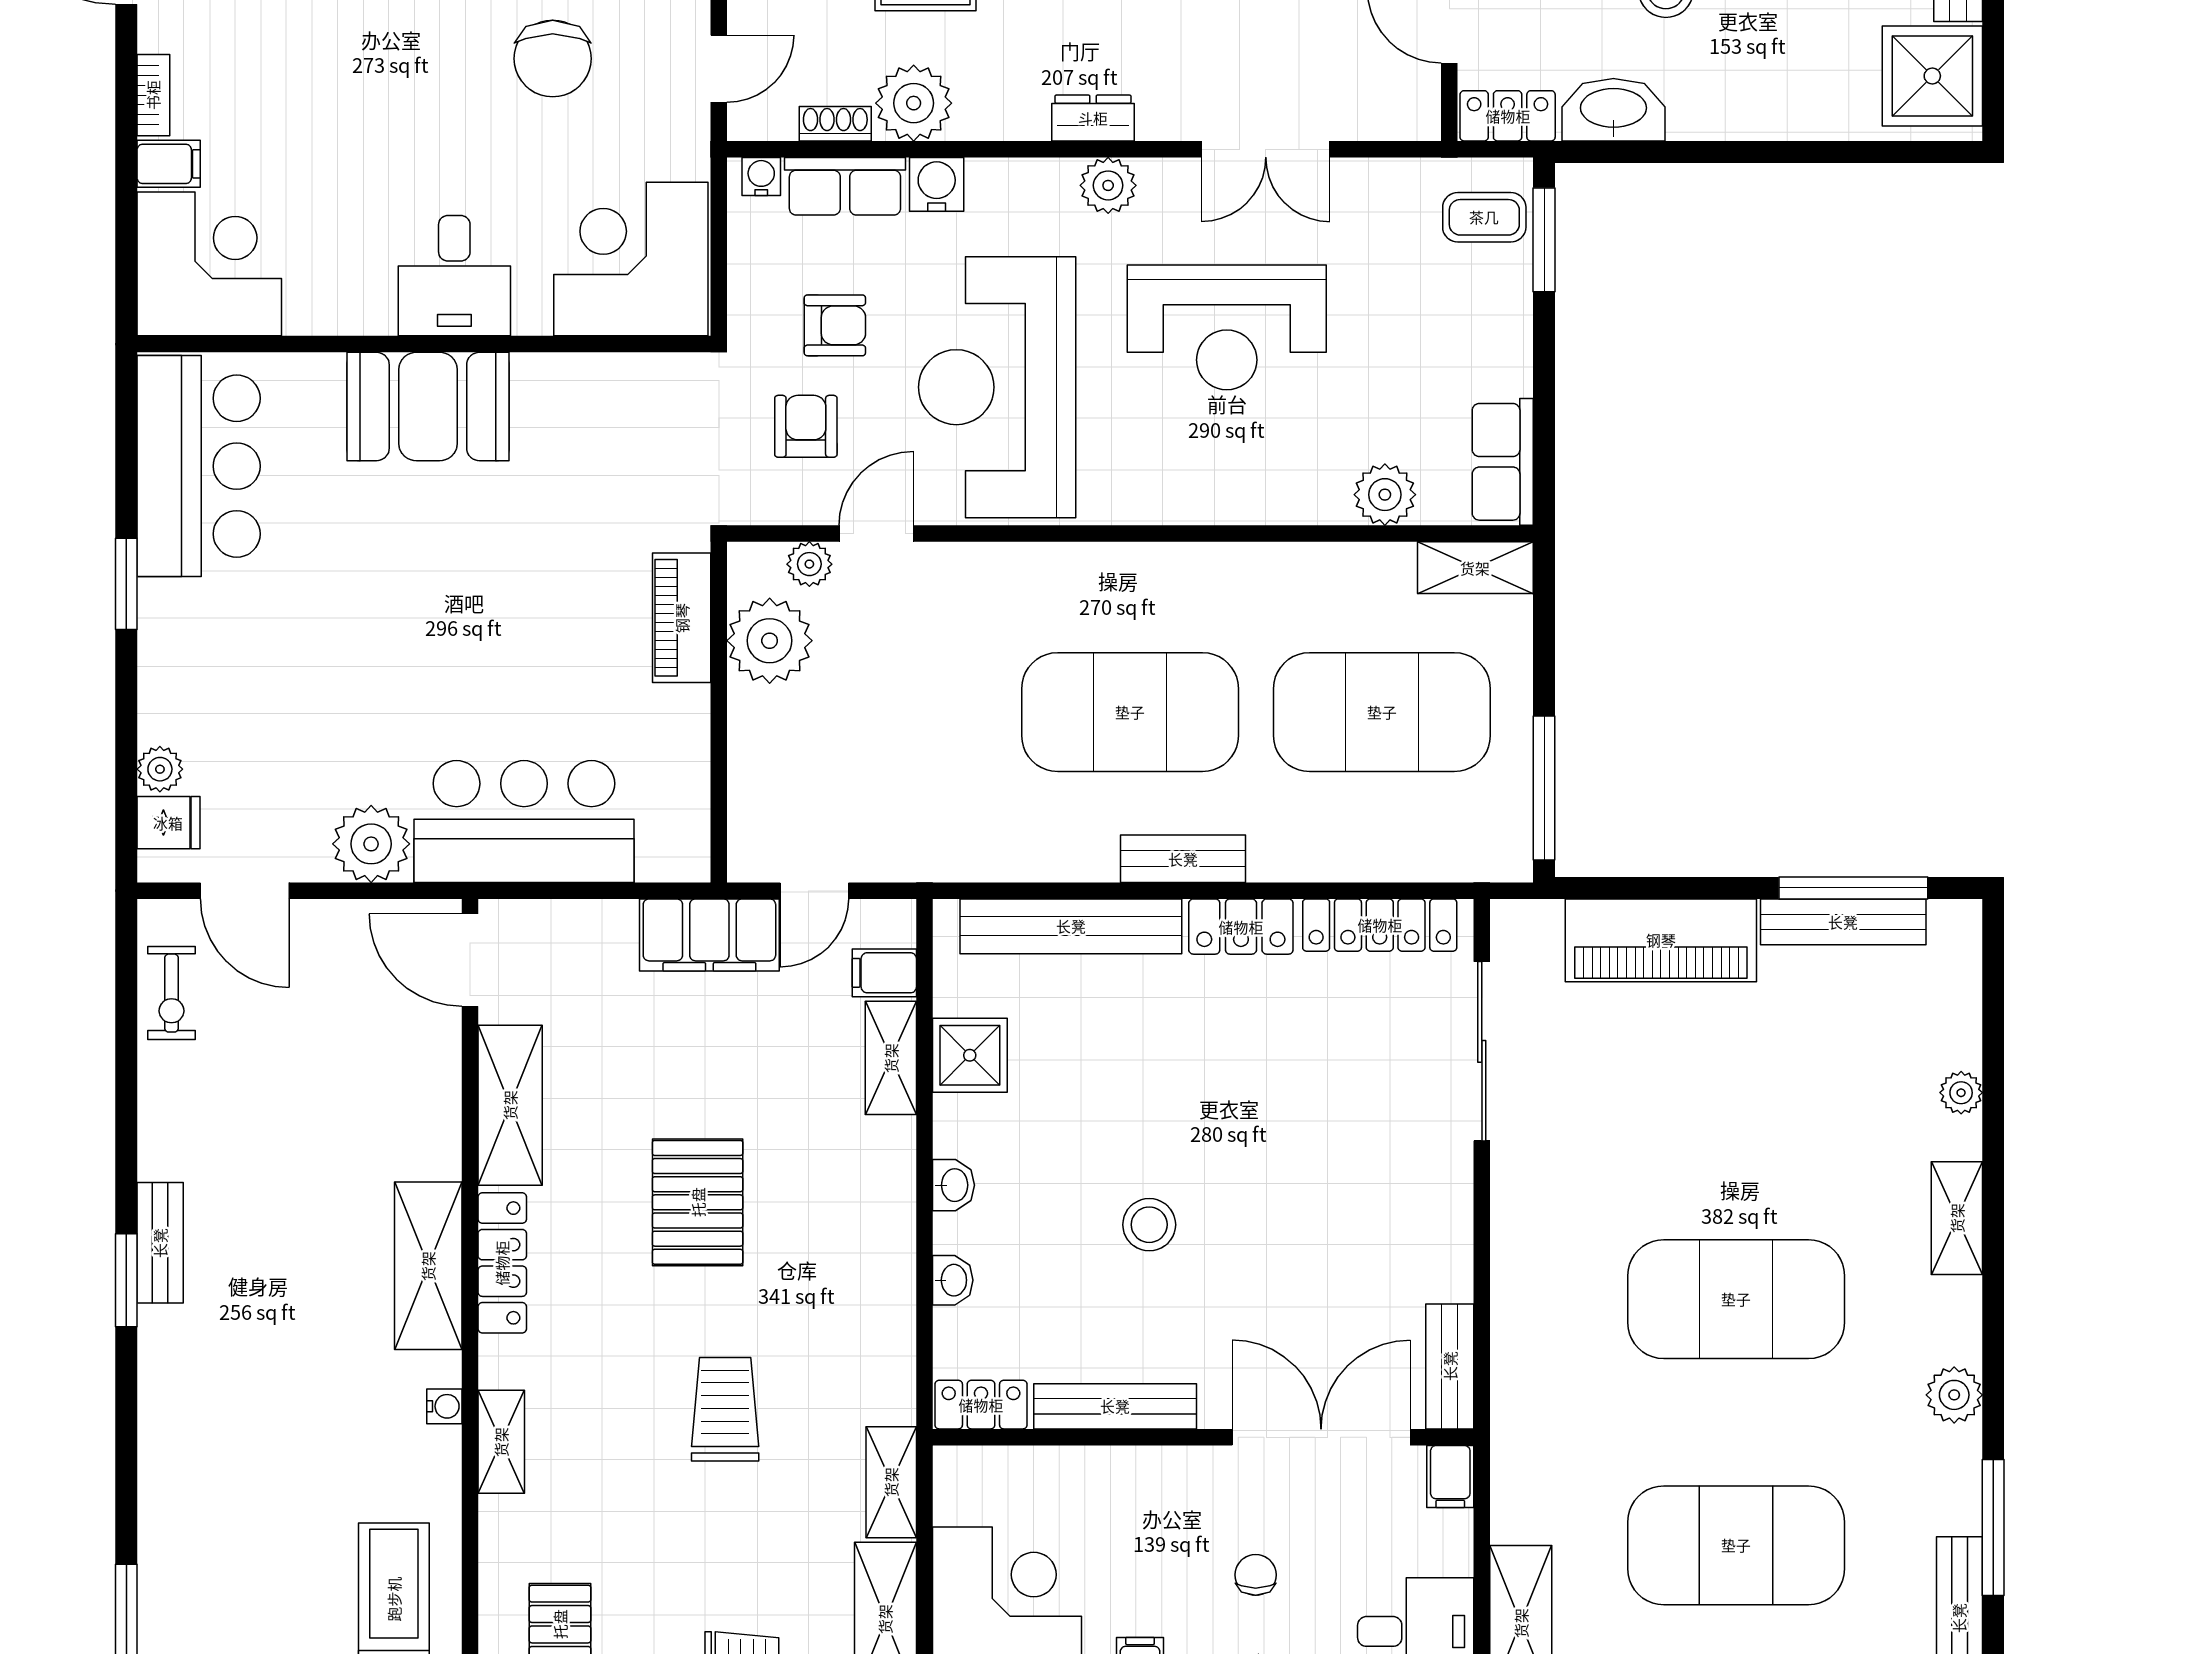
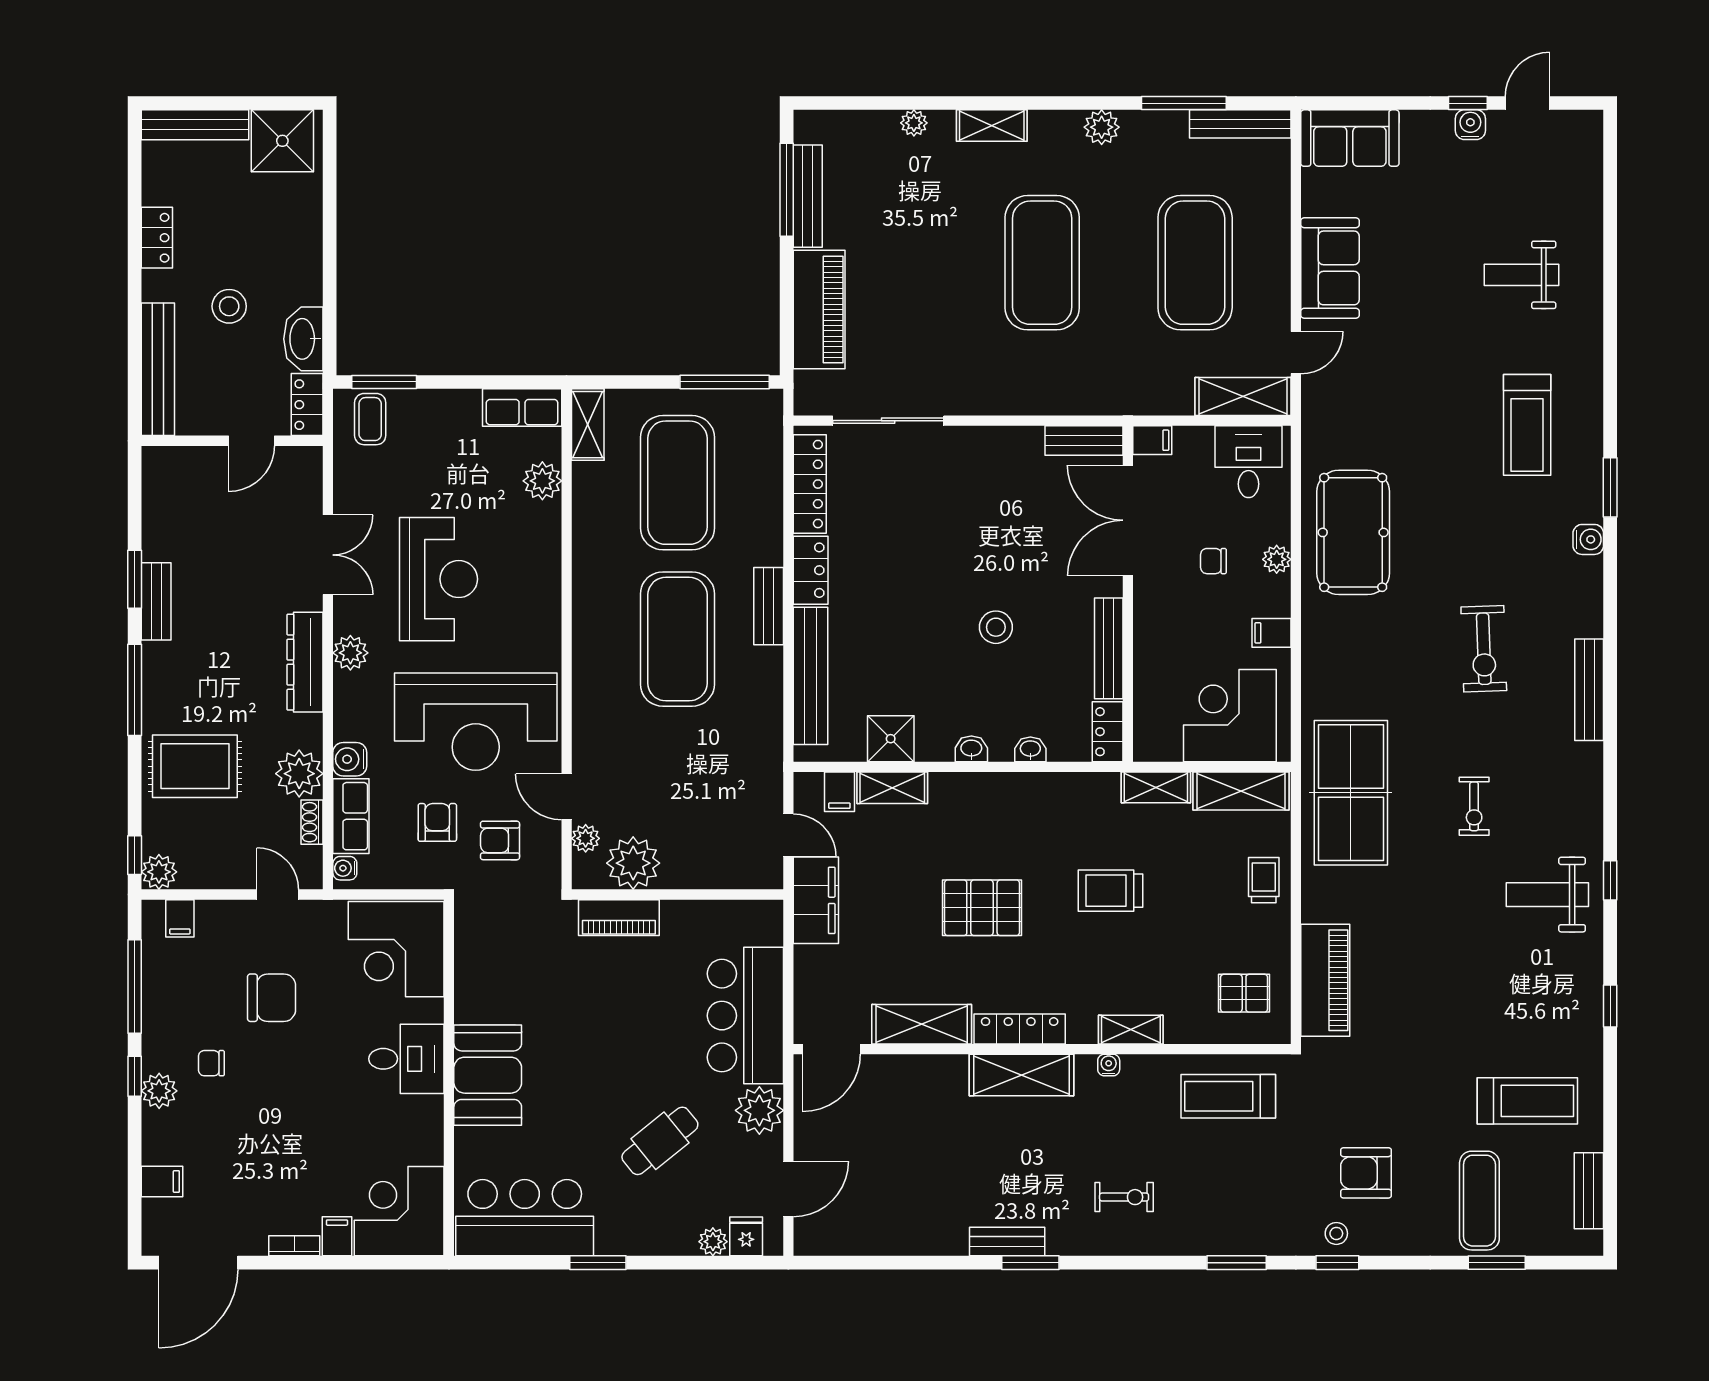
dresser: (1093, 118) -> (305, 662), width x1.96, depth x1.24
cafe table: (322, 684) -> (660, 1141), added
exercise bike: (172, 993) -> (1124, 1197), moved

